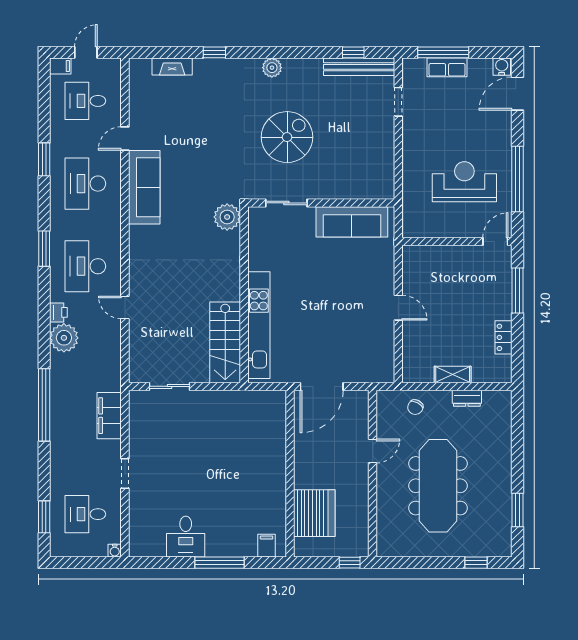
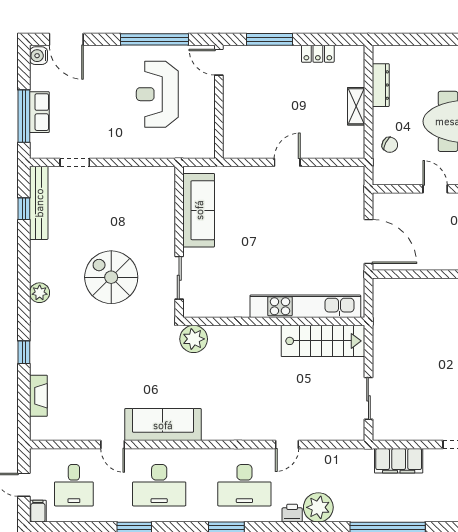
dresser: (467, 398) -> (381, 85), width x1.44

